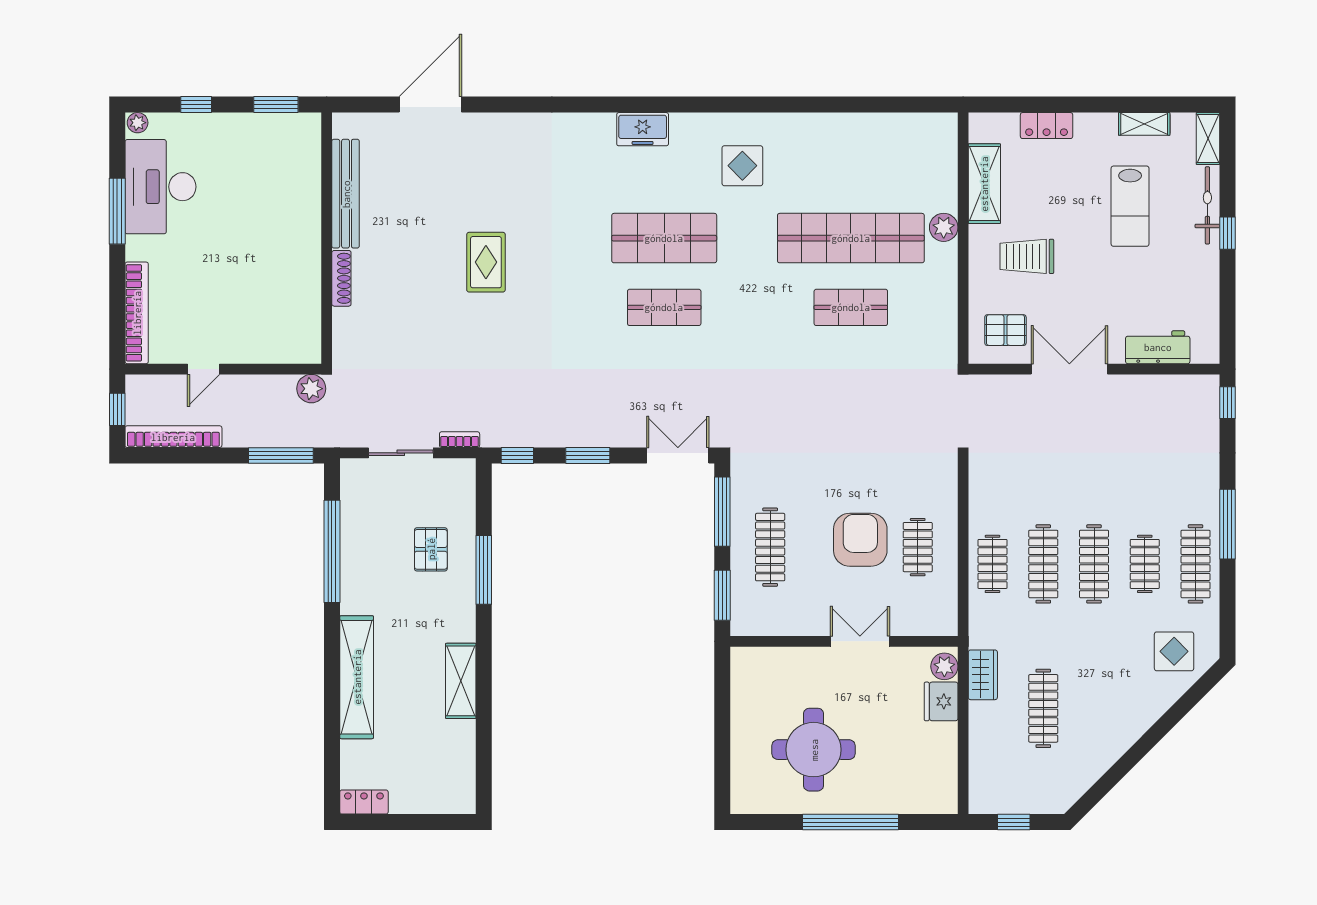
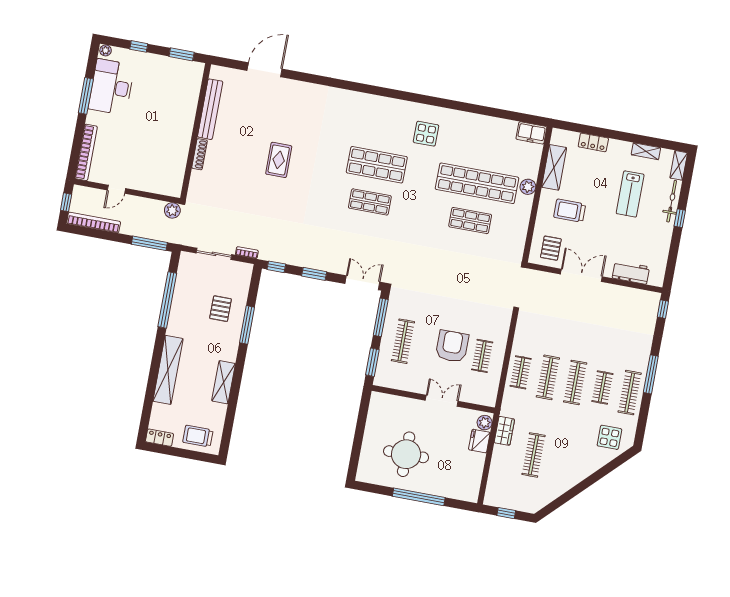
freezer: (643, 129) -> (531, 133), moved
pallet: (1005, 330) -> (551, 248), turned 90
trolley: (433, 786) -> (198, 436), added

